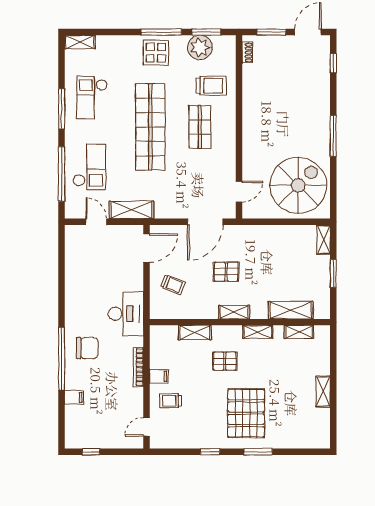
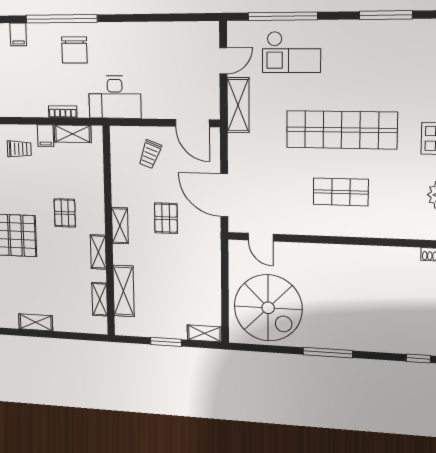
trolley: (211, 86) -> (393, 208), removed
checkout: (92, 97) -> (381, 55), removed
window: (62, 109) -> (386, 15), moved
shelving: (195, 333) -> (73, 134), moved, turned 90
bookcase: (138, 367) -> (63, 112), width x0.64
trolley: (171, 401) -> (19, 149), turned 90

